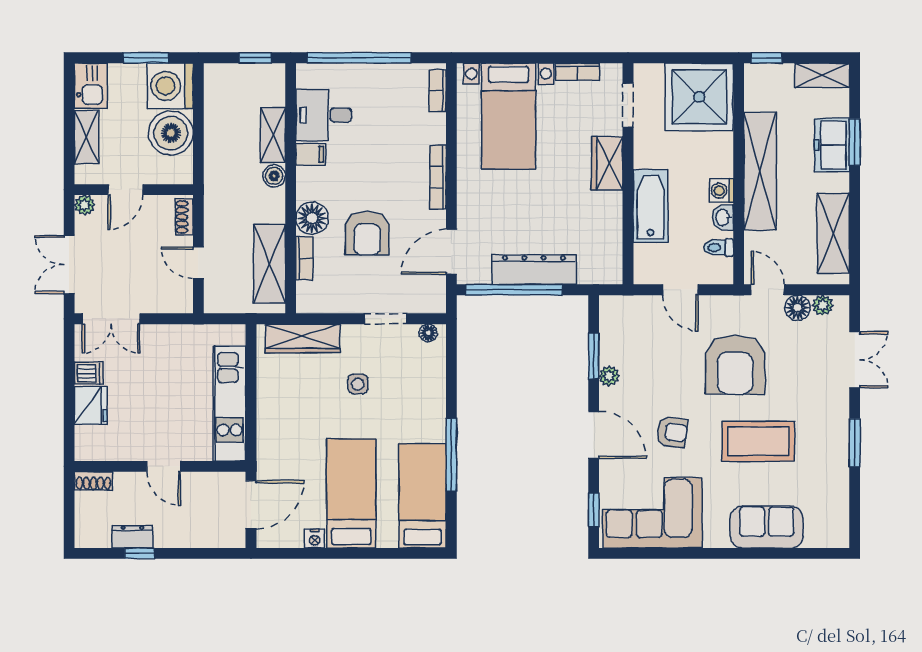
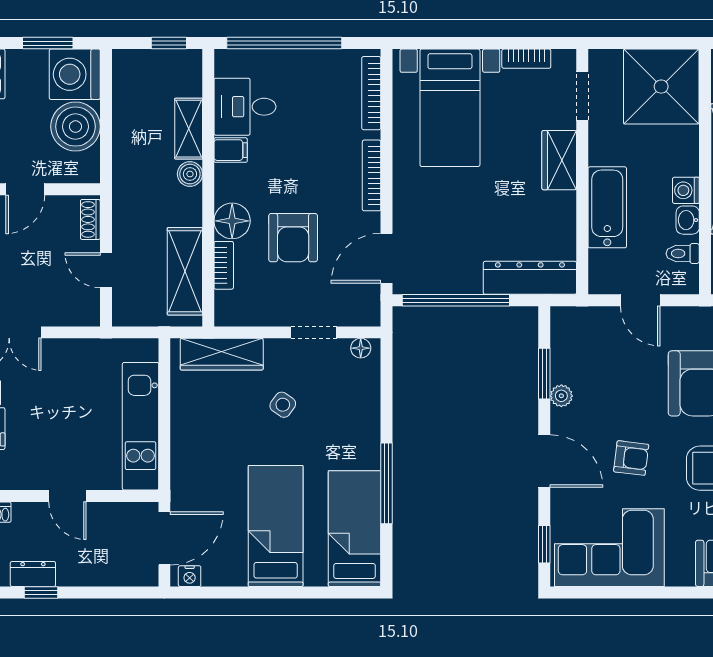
bookcase: (438, 91) -> (371, 93), width x1.56
dresser: (534, 270) -> (530, 278), moved
side table: (358, 384) -> (283, 405), turned 35
nightstand: (315, 539) -> (190, 576), moved

